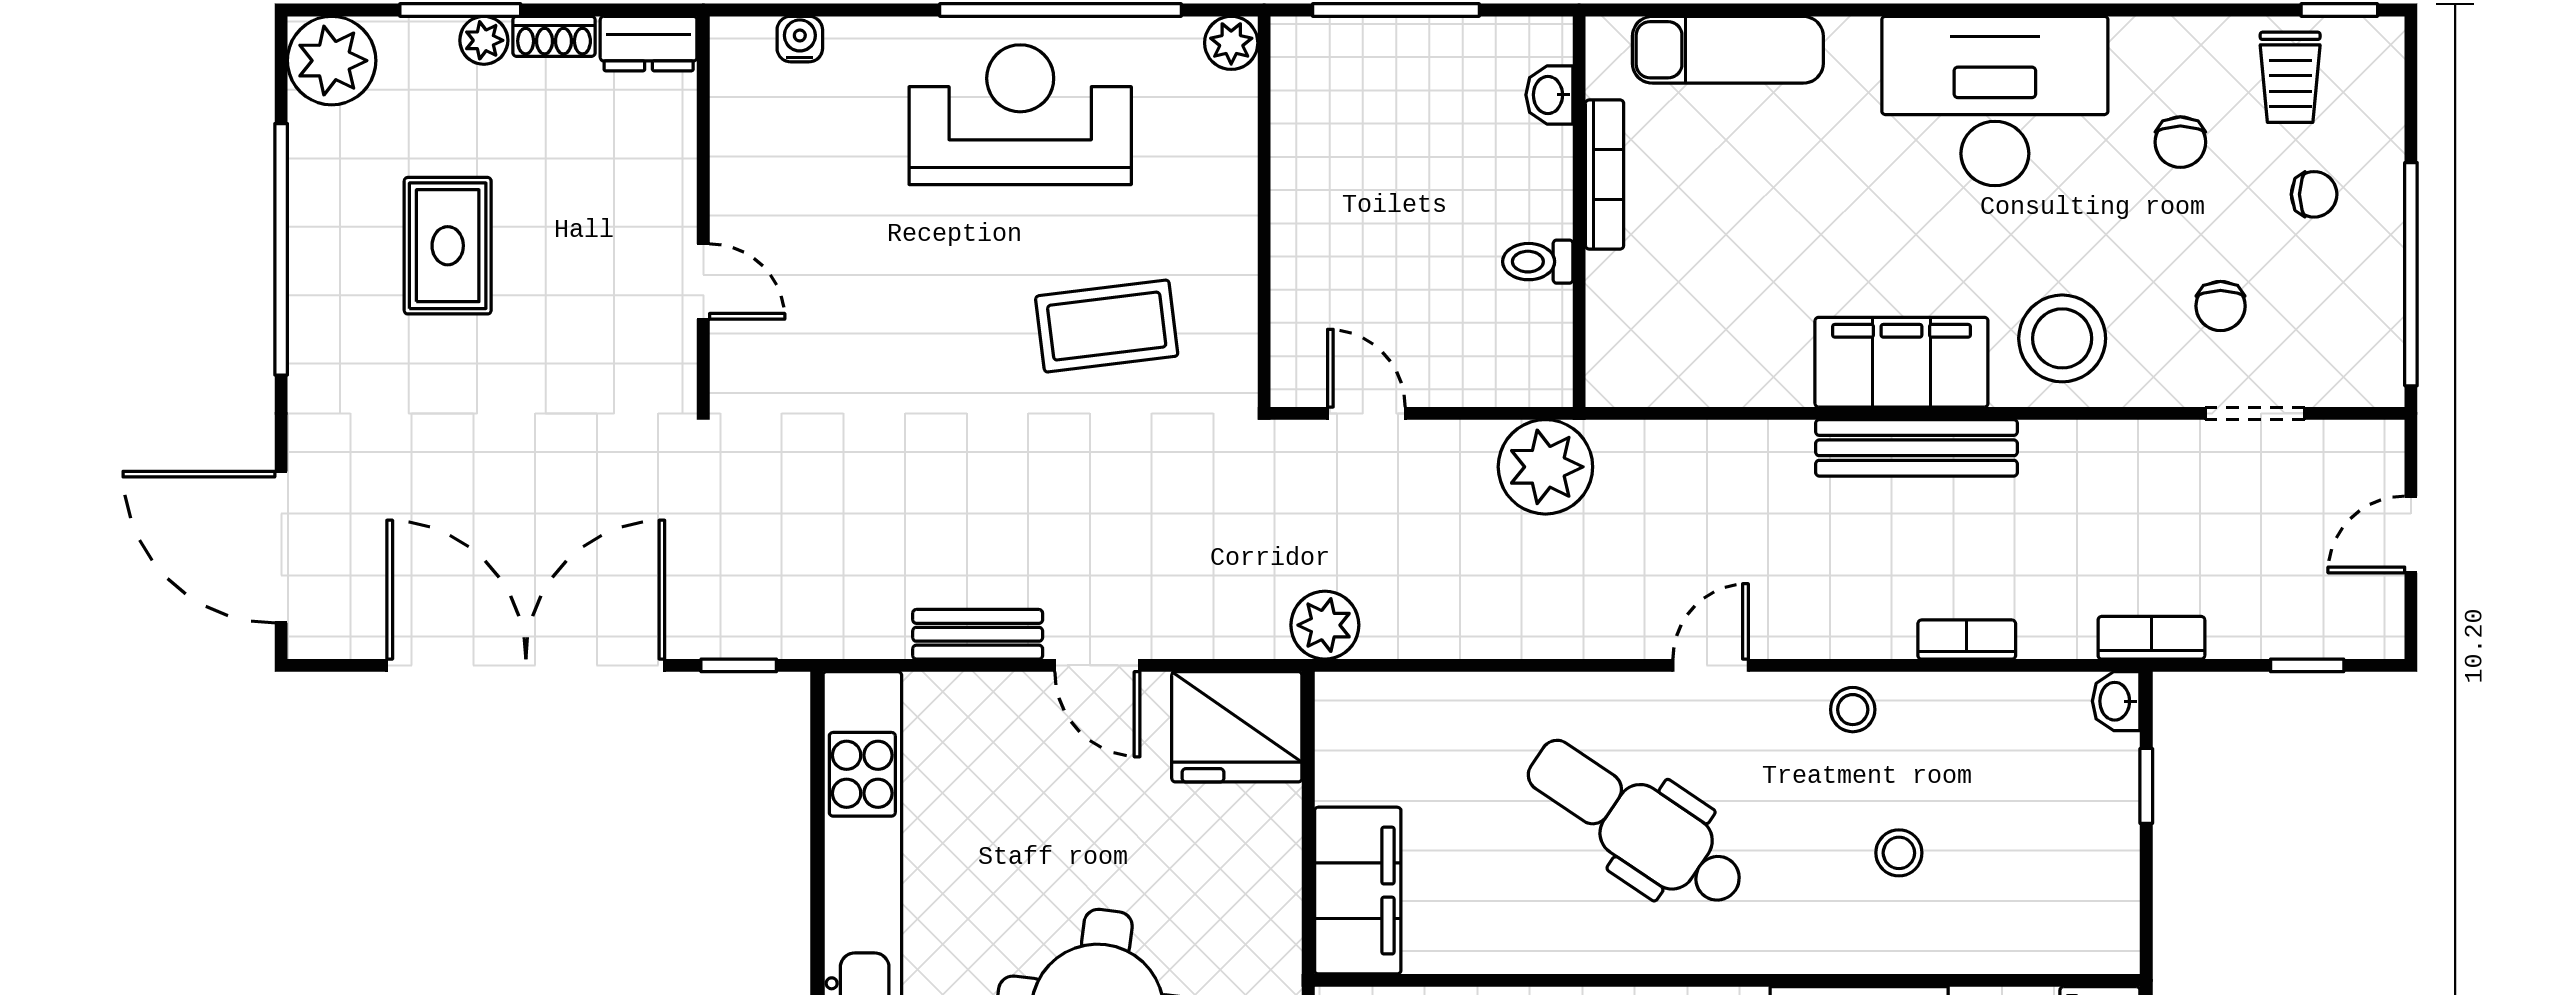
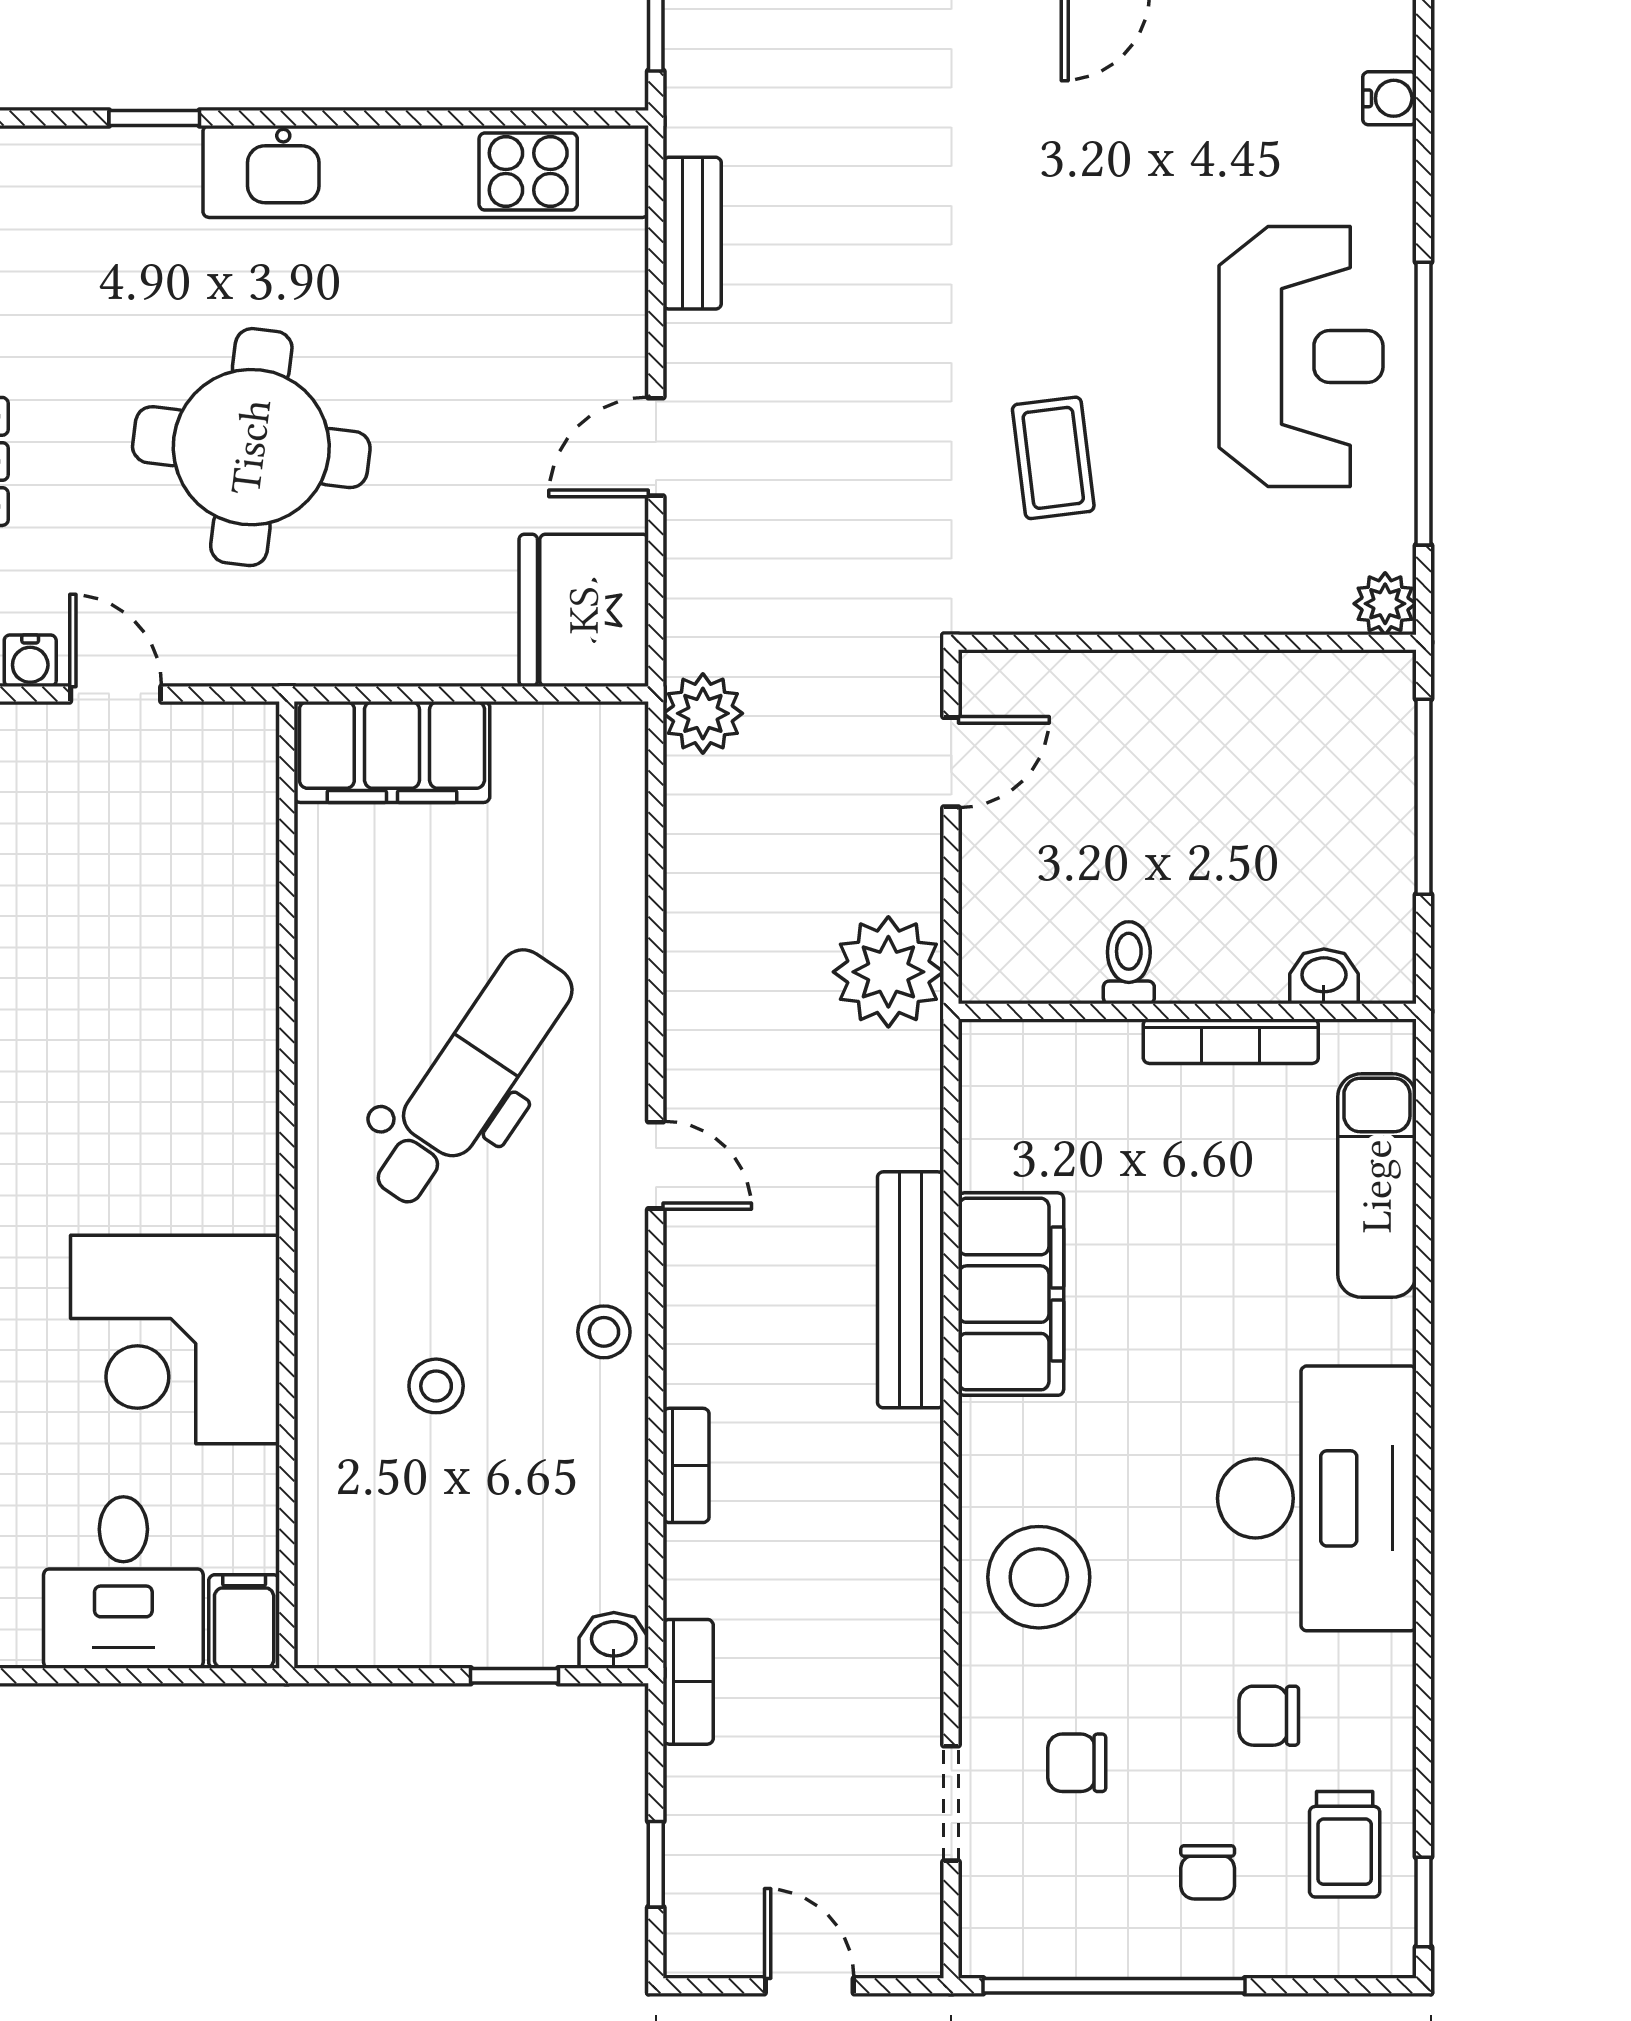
trolley: (2290, 77) -> (1345, 1844), turned -90
coffee table: (1107, 326) -> (1053, 458), width x0.73, depth x0.77
filing cabinet: (1901, 362) -> (1011, 1294), moved
bench: (1916, 448) -> (911, 1290), moved
bench: (978, 634) -> (692, 233), moved

